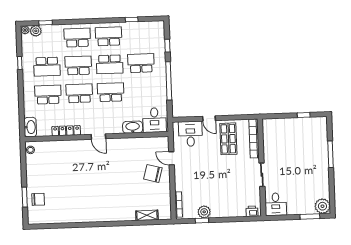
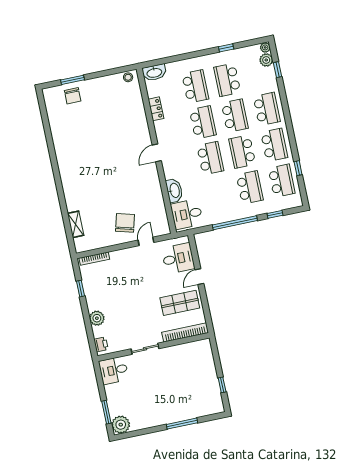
school desk: (140, 35) -> (282, 181), added
locker: (66, 131) -> (156, 109), width x0.66
plant: (204, 212) -> (97, 318), moved

